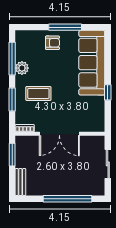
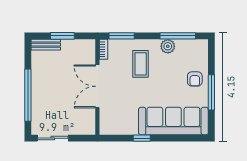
window: (12, 100) -> (122, 36), moved
window: (12, 155) -> (62, 36), moved
sliding door: (108, 164) -> (53, 138), moved

